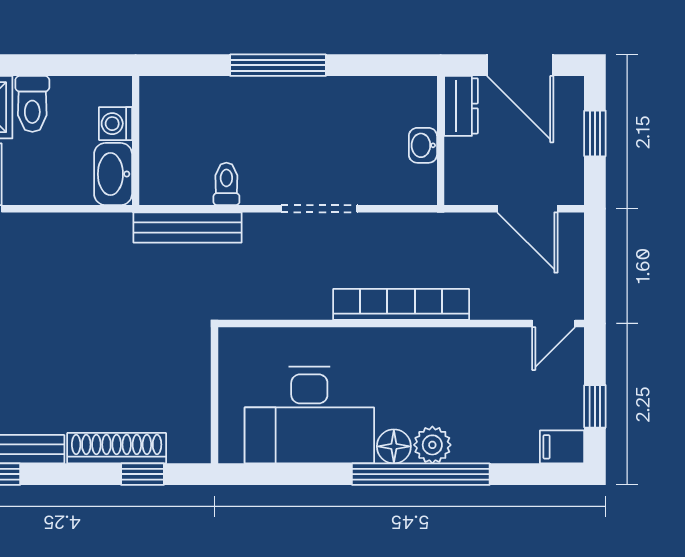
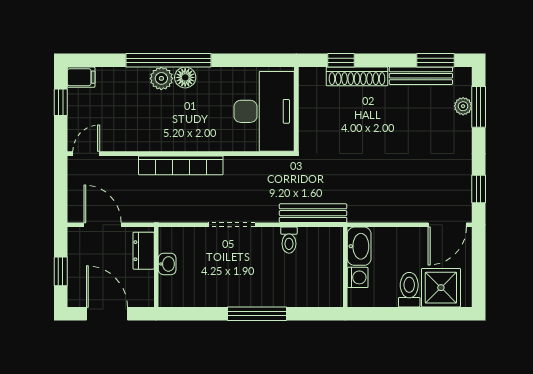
dresser: (461, 106) -> (144, 251), moved
desk: (309, 415) -> (264, 111), moved, turned 90

